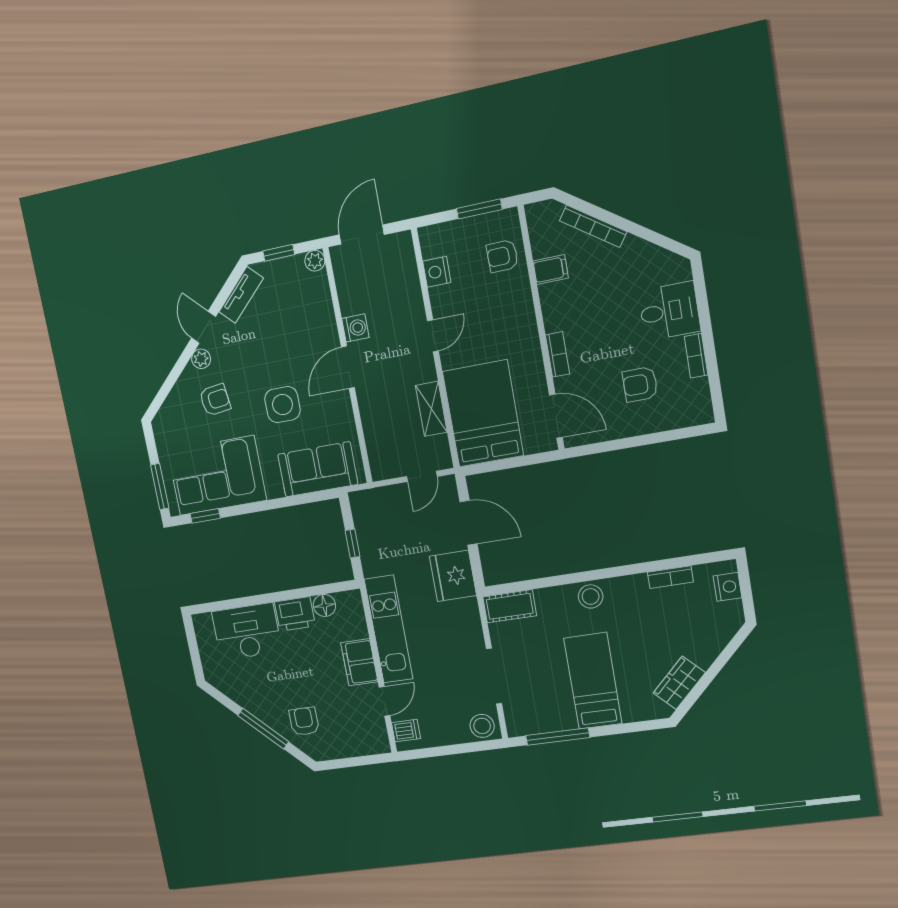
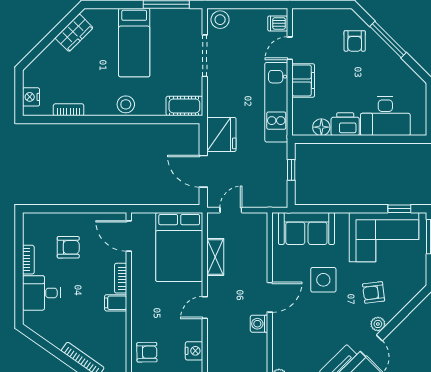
filing cabinet: (551, 269) -> (116, 303), moved

